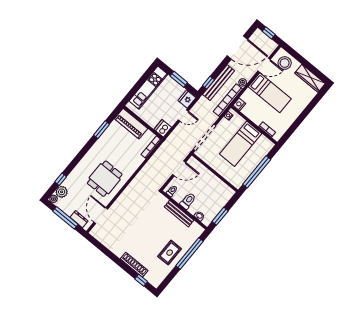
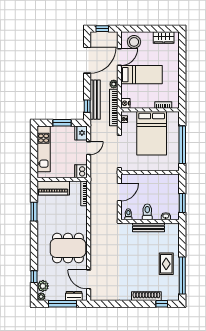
wardrobe: (310, 78) -> (164, 38), width x0.67
bed: (241, 144) -> (152, 133), width x1.50
dining table: (105, 179) -> (68, 248), width x1.37
window: (189, 253) -> (182, 276), moved

